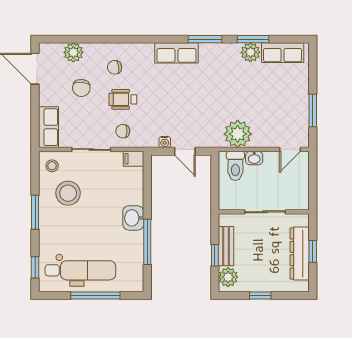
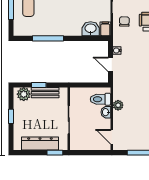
plant: (238, 134) -> (118, 105), width x0.53, depth x0.53
door: (185, 151) -> (111, 64), hinge flipped
washbasin: (133, 218) -> (91, 29), moved
window: (313, 251) -> (55, 153), moved

